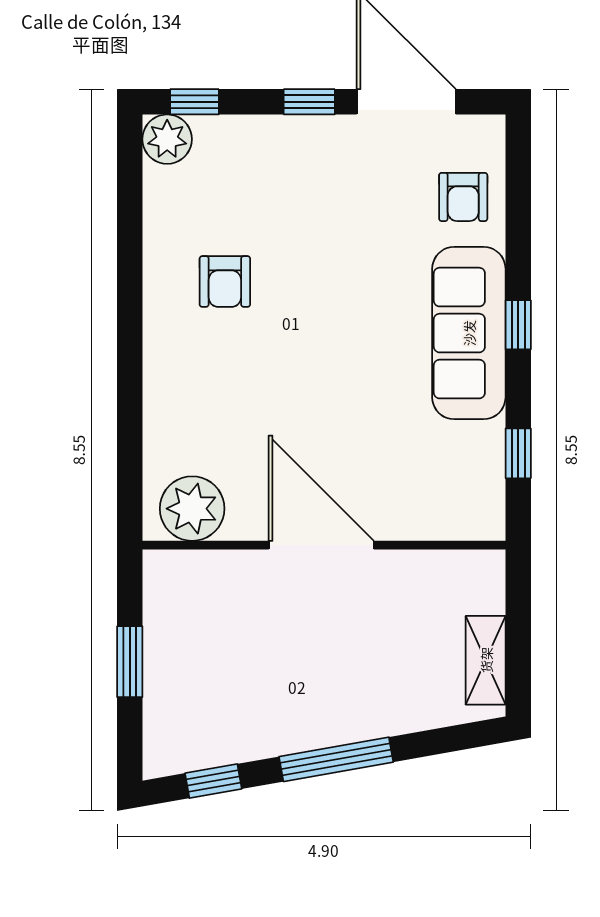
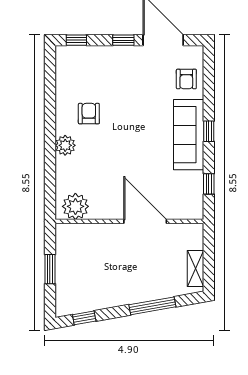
plant: (167, 139) -> (65, 145), moved
armchair: (225, 282) -> (89, 114), turned 180
door: (321, 545) -> (145, 221), moved
window: (336, 759) -> (152, 306), moved

